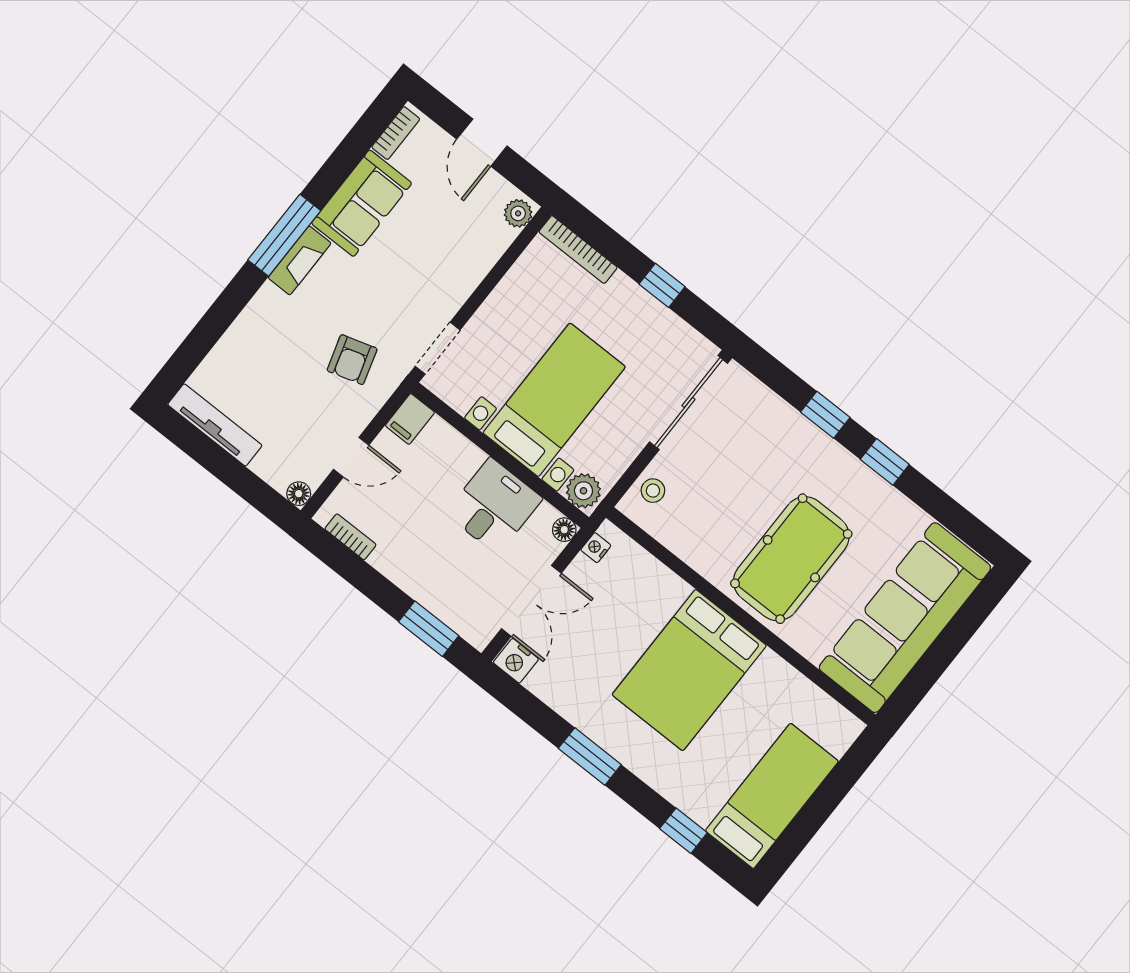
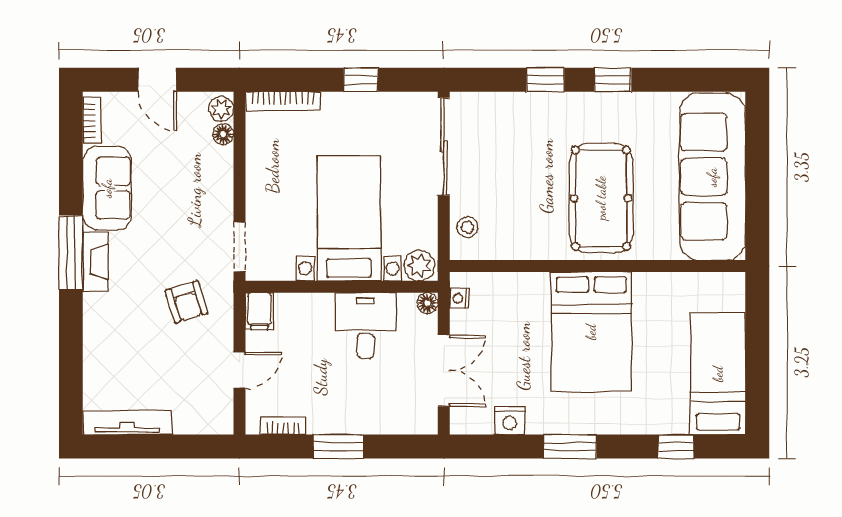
floor lamp: (299, 494) -> (223, 134), moved
window: (429, 629) -> (338, 447), moved
nightstand: (516, 661) -> (510, 421), moved

